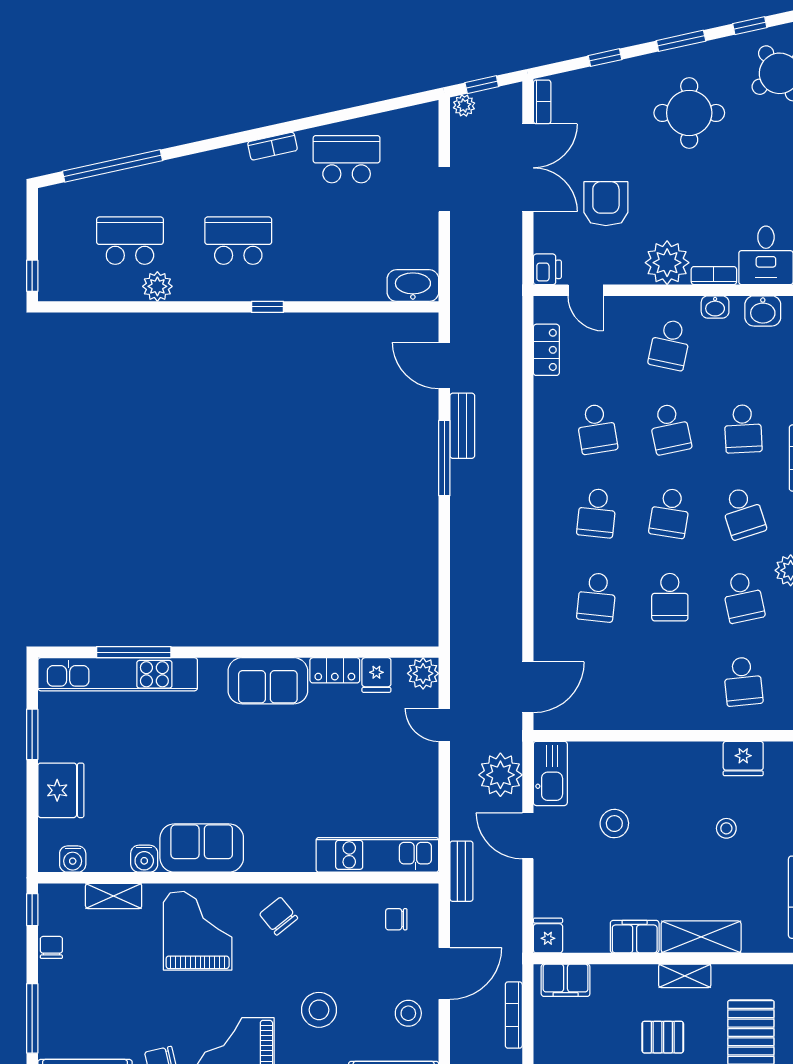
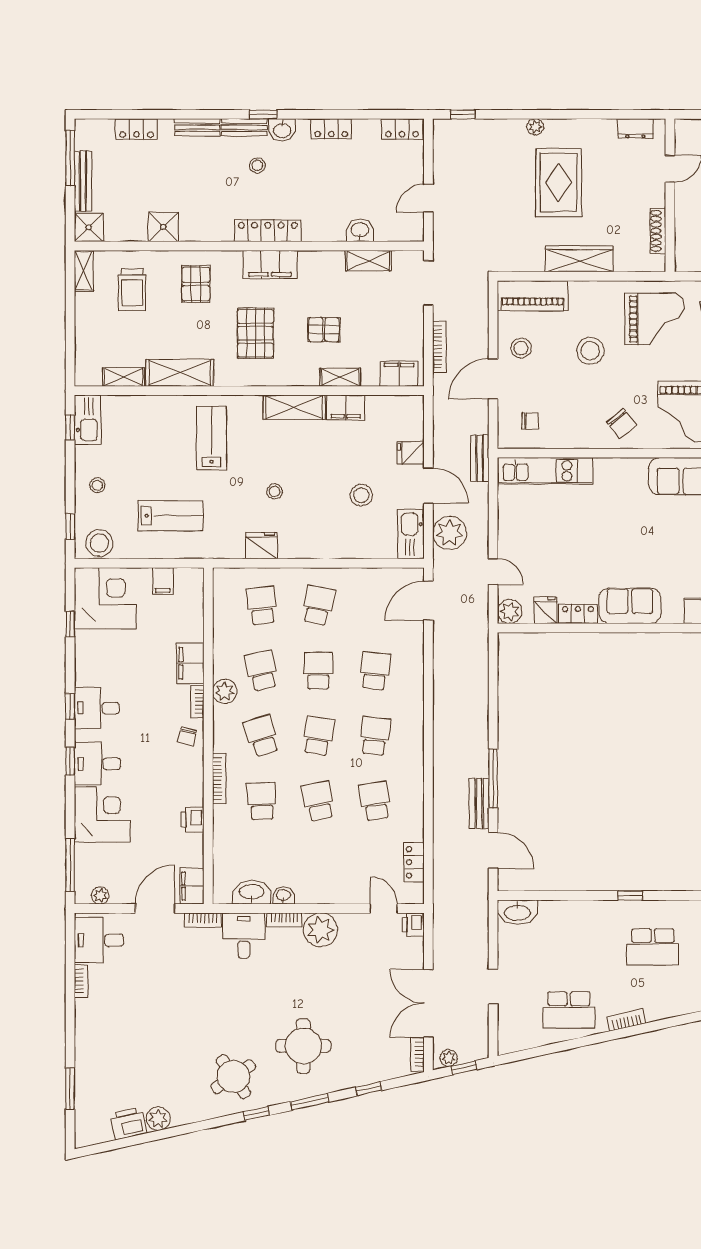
plant: (464, 105) -> (449, 1058), moved
armchair: (606, 204) -> (368, 976), removed
washbasin: (763, 311) -> (252, 892), width x1.38
school desk: (670, 345) -> (318, 605), moved
fridge: (548, 936) -> (411, 453), moved, turned 90
shelving: (685, 976) -> (340, 377), moved

